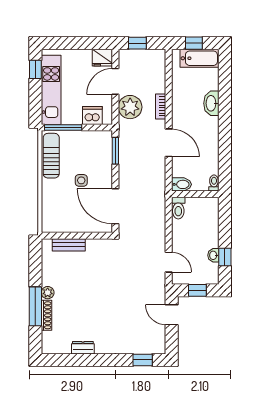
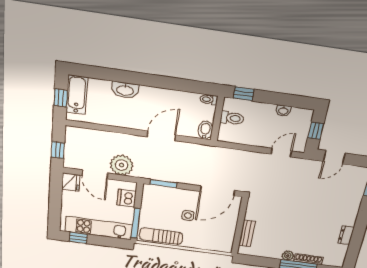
bookcase: (161, 106) -> (124, 138), removed
toilet: (178, 208) -> (232, 118), moved
window: (225, 257) -> (244, 94), moved

